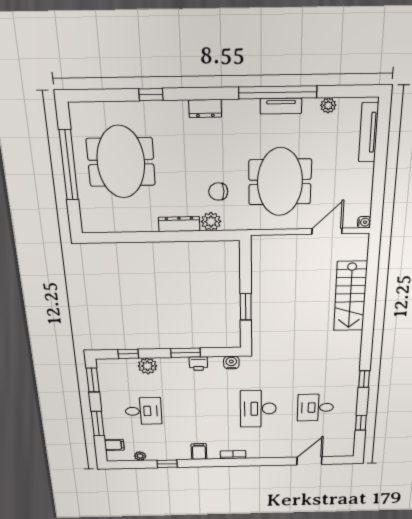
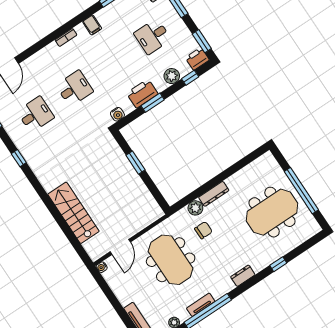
meeting table: (121, 162) -> (272, 212), turned 90
printer: (198, 364) -> (142, 94), width x1.87, depth x1.48
printer: (109, 367) -> (197, 59), added
desk: (258, 409) -> (75, 88), width x0.73

